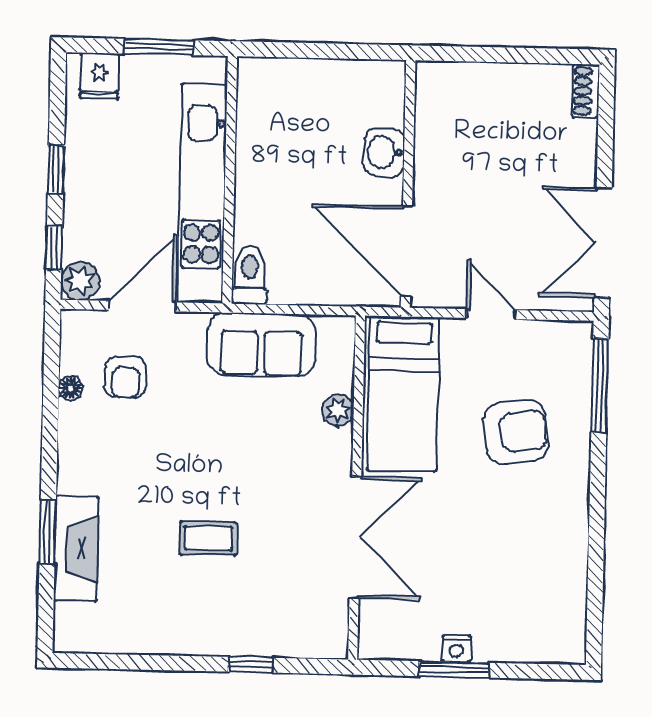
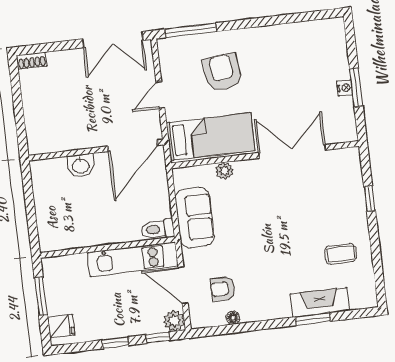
kitchen unit: (202, 193) -> (133, 259), width x0.73
armchair: (126, 377) -> (223, 289), turned 180
coffee table: (208, 538) -> (341, 254), moved, turned 90

